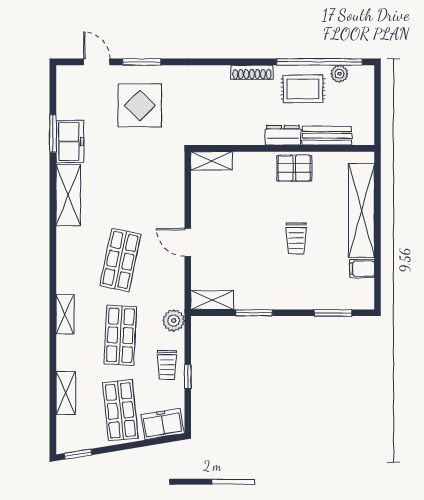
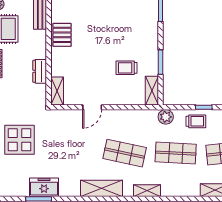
dresser: (283, 135) -> (40, 71), moved
shelving: (68, 195) -> (102, 188), moved
trolley: (296, 238) -> (127, 68), moved, turned 180
door: (188, 242) -> (92, 107), moved
shelving: (65, 314) -> (147, 191), moved

